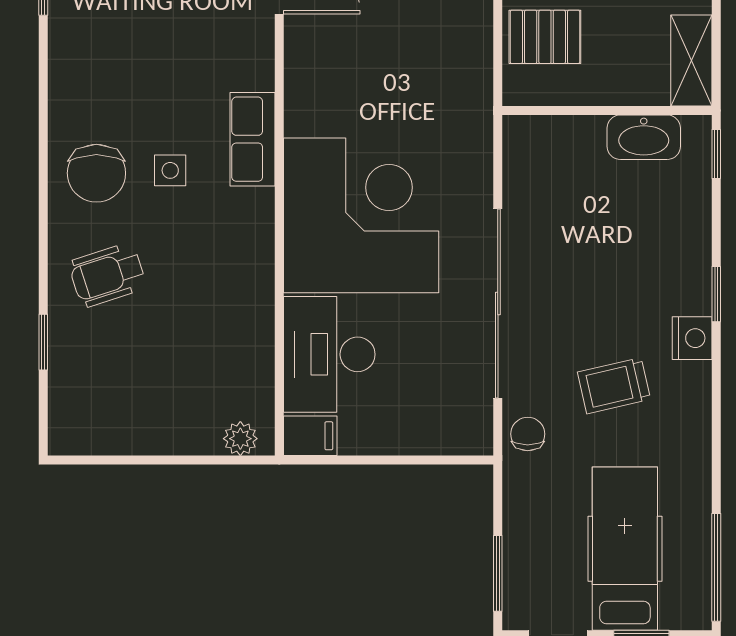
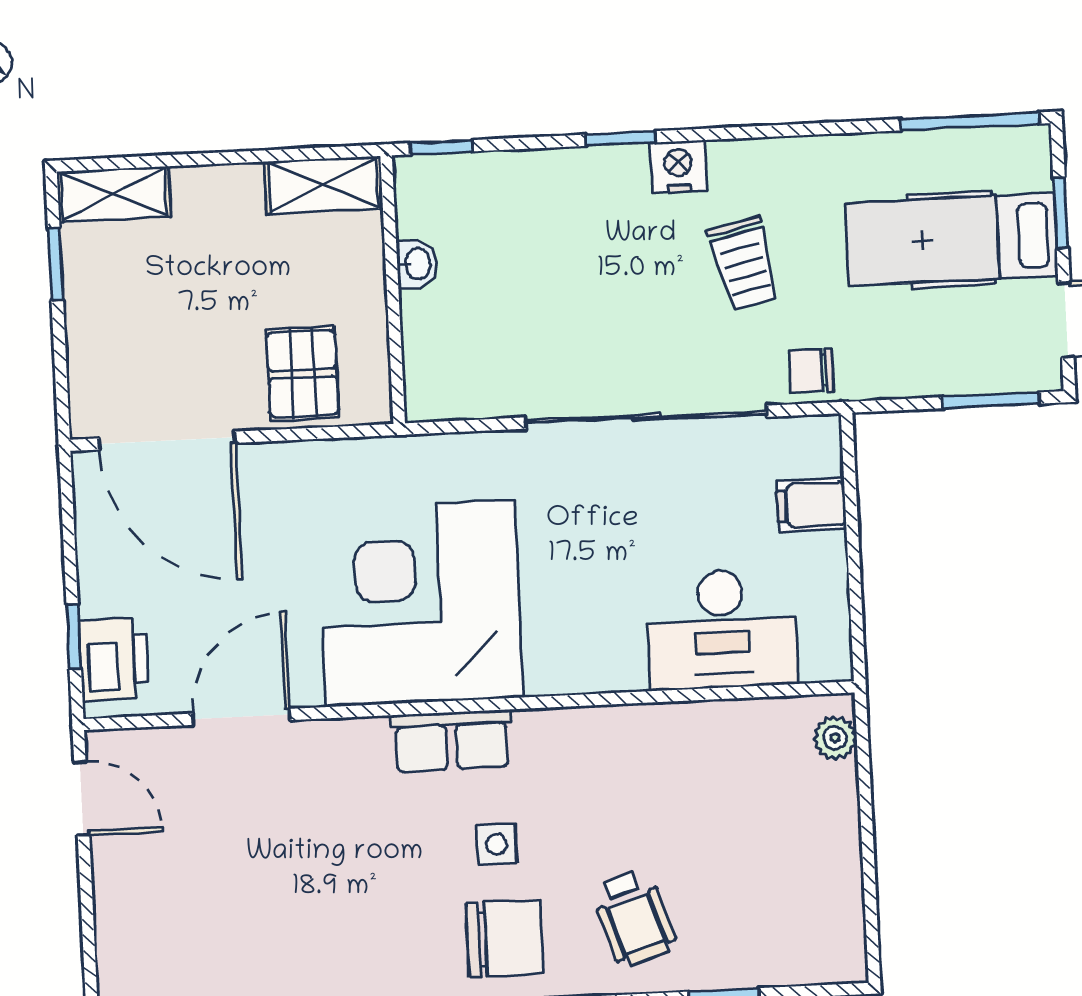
washbasin: (644, 137) -> (417, 264), width x0.52, depth x0.69
corner desk: (361, 215) -> (420, 603), moved
filing cabinet: (310, 436) -> (811, 505), moved, turned -90

